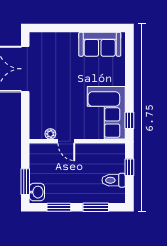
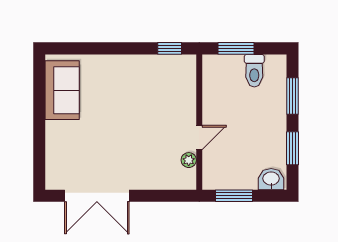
corner sofa: (106, 113) -> (159, 81), removed
window: (129, 167) -> (236, 48), width x1.50
window: (25, 182) -> (234, 196), moved

